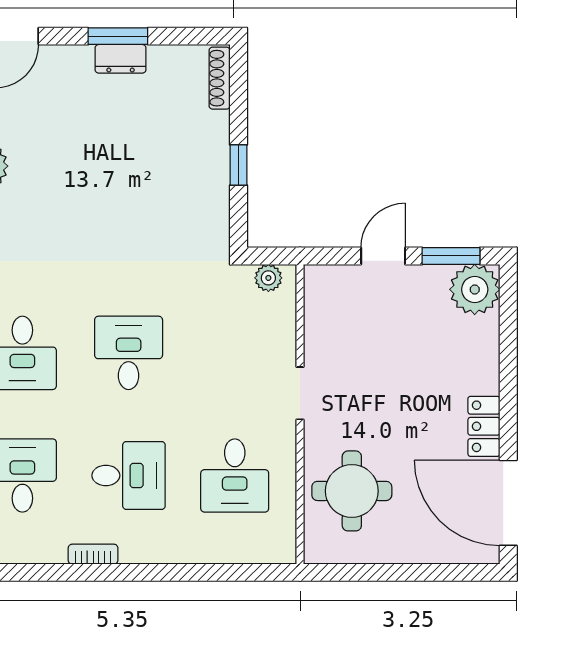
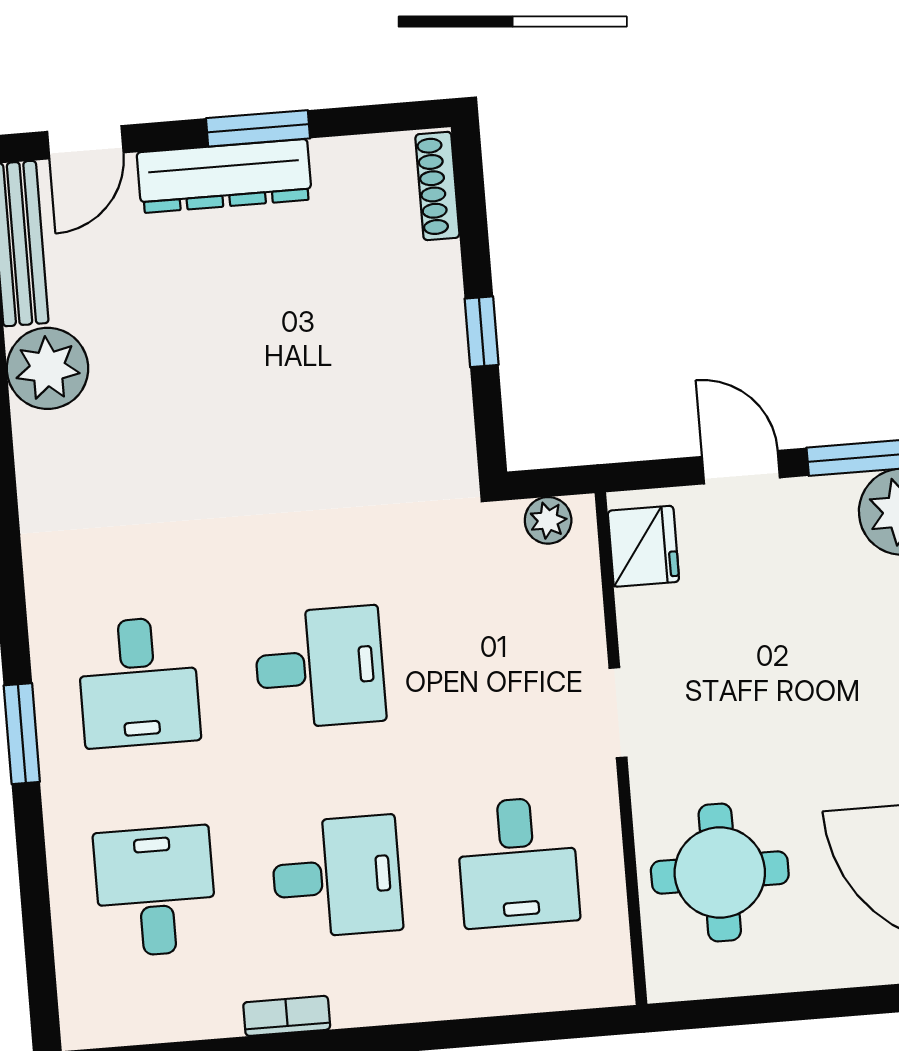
dresser: (121, 59) -> (224, 176), width x1.96, depth x1.24
door: (383, 256) -> (741, 467), hinge flipped
fridge: (323, 297) -> (643, 546), added
desk: (129, 353) -> (320, 667), turned 90

